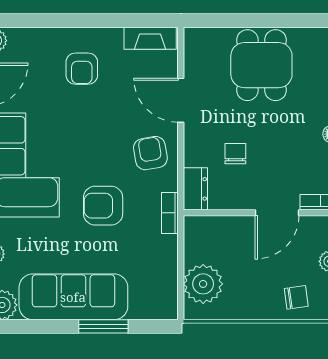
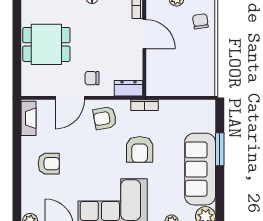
chair: (235, 154) -> (92, 78), moved
plant: (203, 284) -> (191, 83), removed

